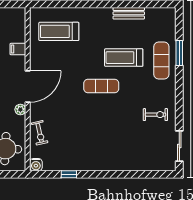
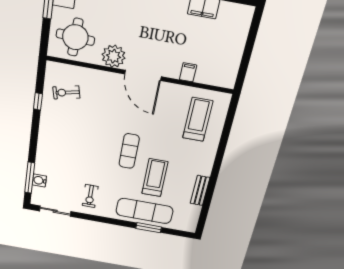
exercise mat: (161, 60) -> (144, 211), width x1.36, depth x1.45
plant: (20, 110) -> (114, 56), width x1.87, depth x1.87
exercise bike: (40, 133) -> (66, 92), moved
water cooler: (36, 165) -> (39, 180), moved
window: (147, 174) -> (30, 178), added

